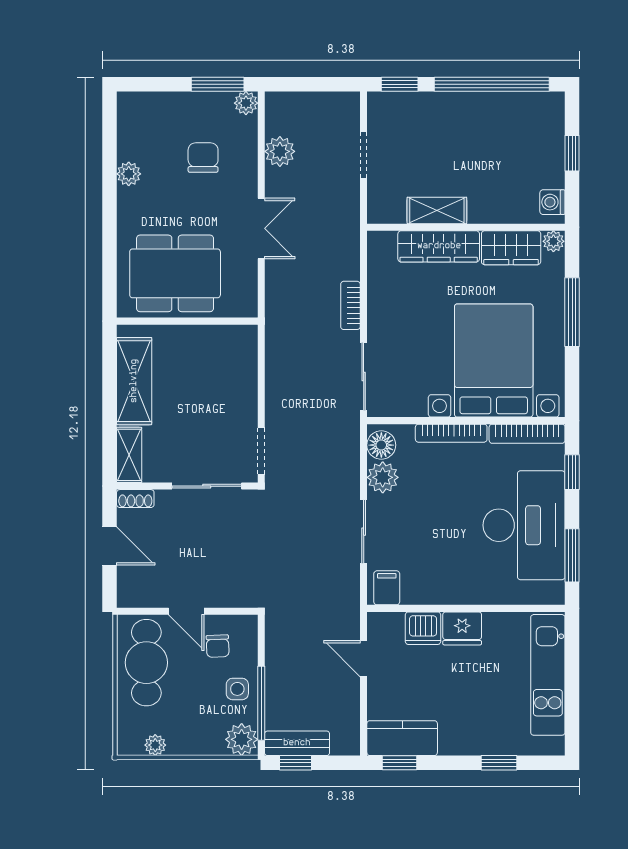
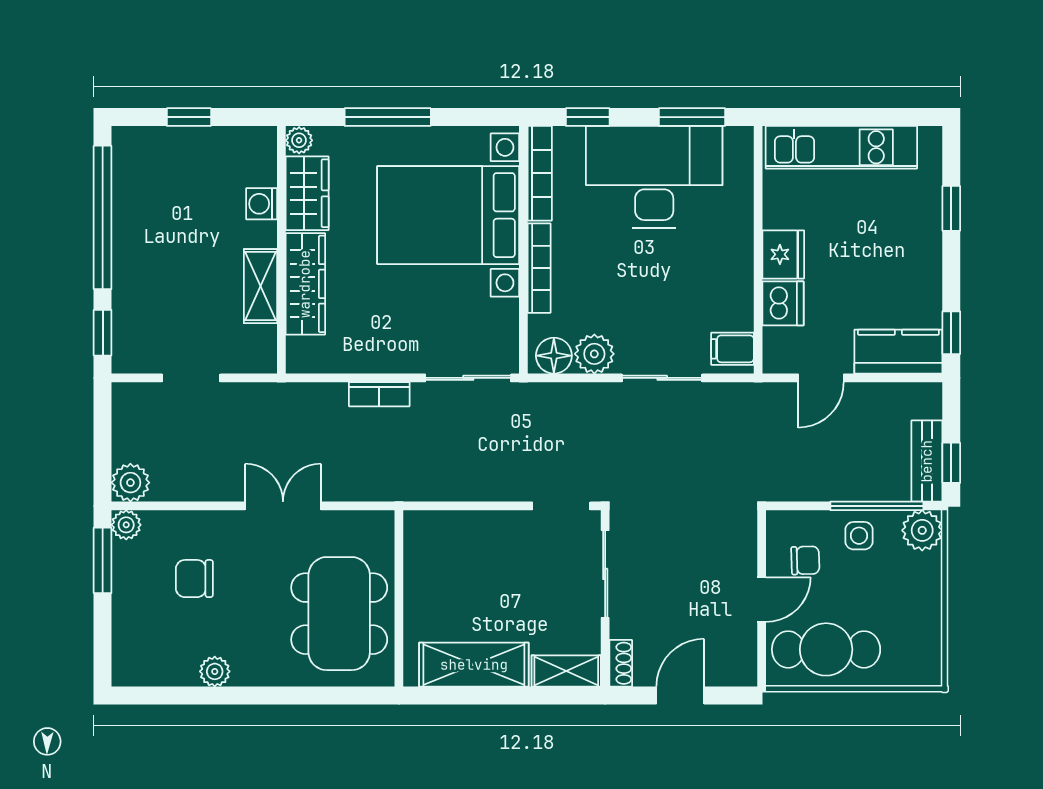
plant: (280, 151) -> (130, 483), moved
washing machine: (552, 202) -> (262, 204), moved, turned 90
kitchen counter: (402, 738) -> (898, 352), moved, turned 90
plant: (155, 745) -> (929, 638), removed

